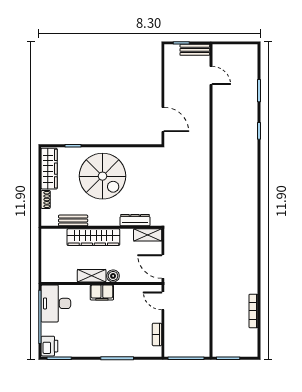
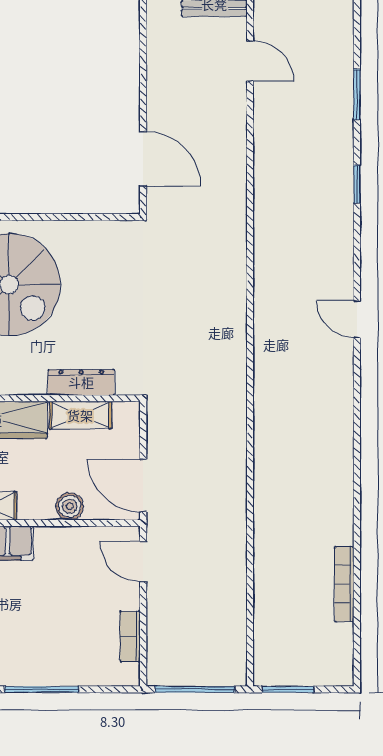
door: (259, 192) -> (357, 319), added
shelving: (148, 235) -> (80, 415), moved
boiler: (113, 276) -> (70, 506), moved

